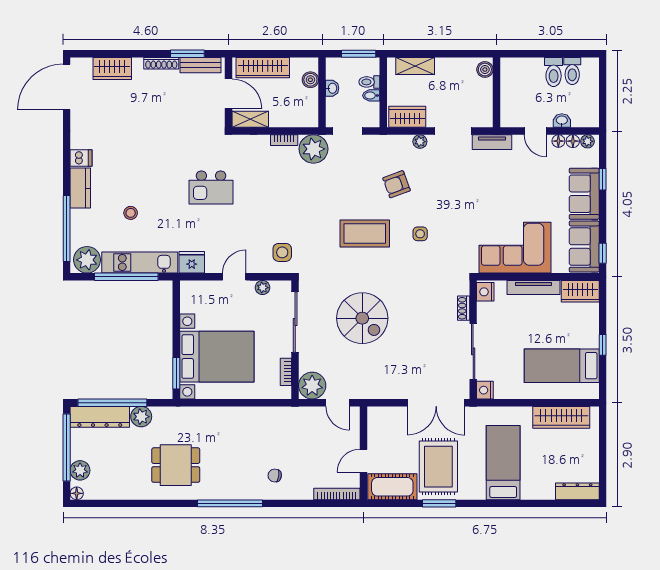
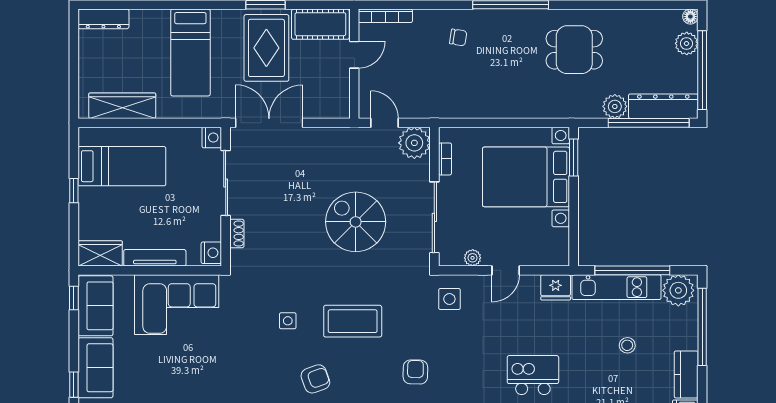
armchair: (311, 190) -> (415, 372), added

